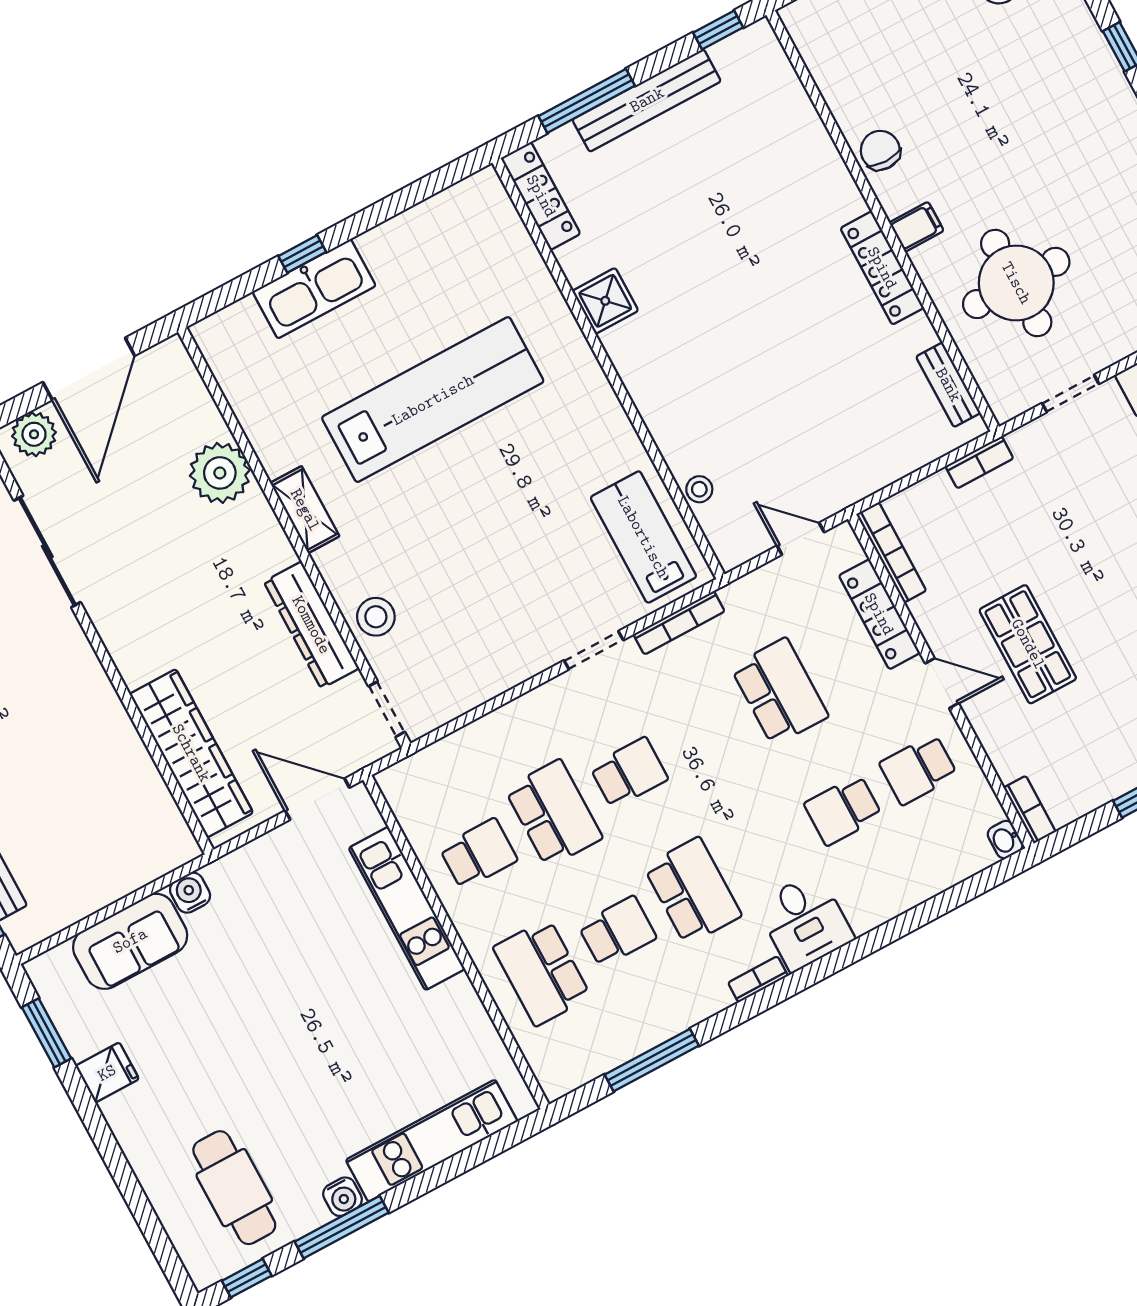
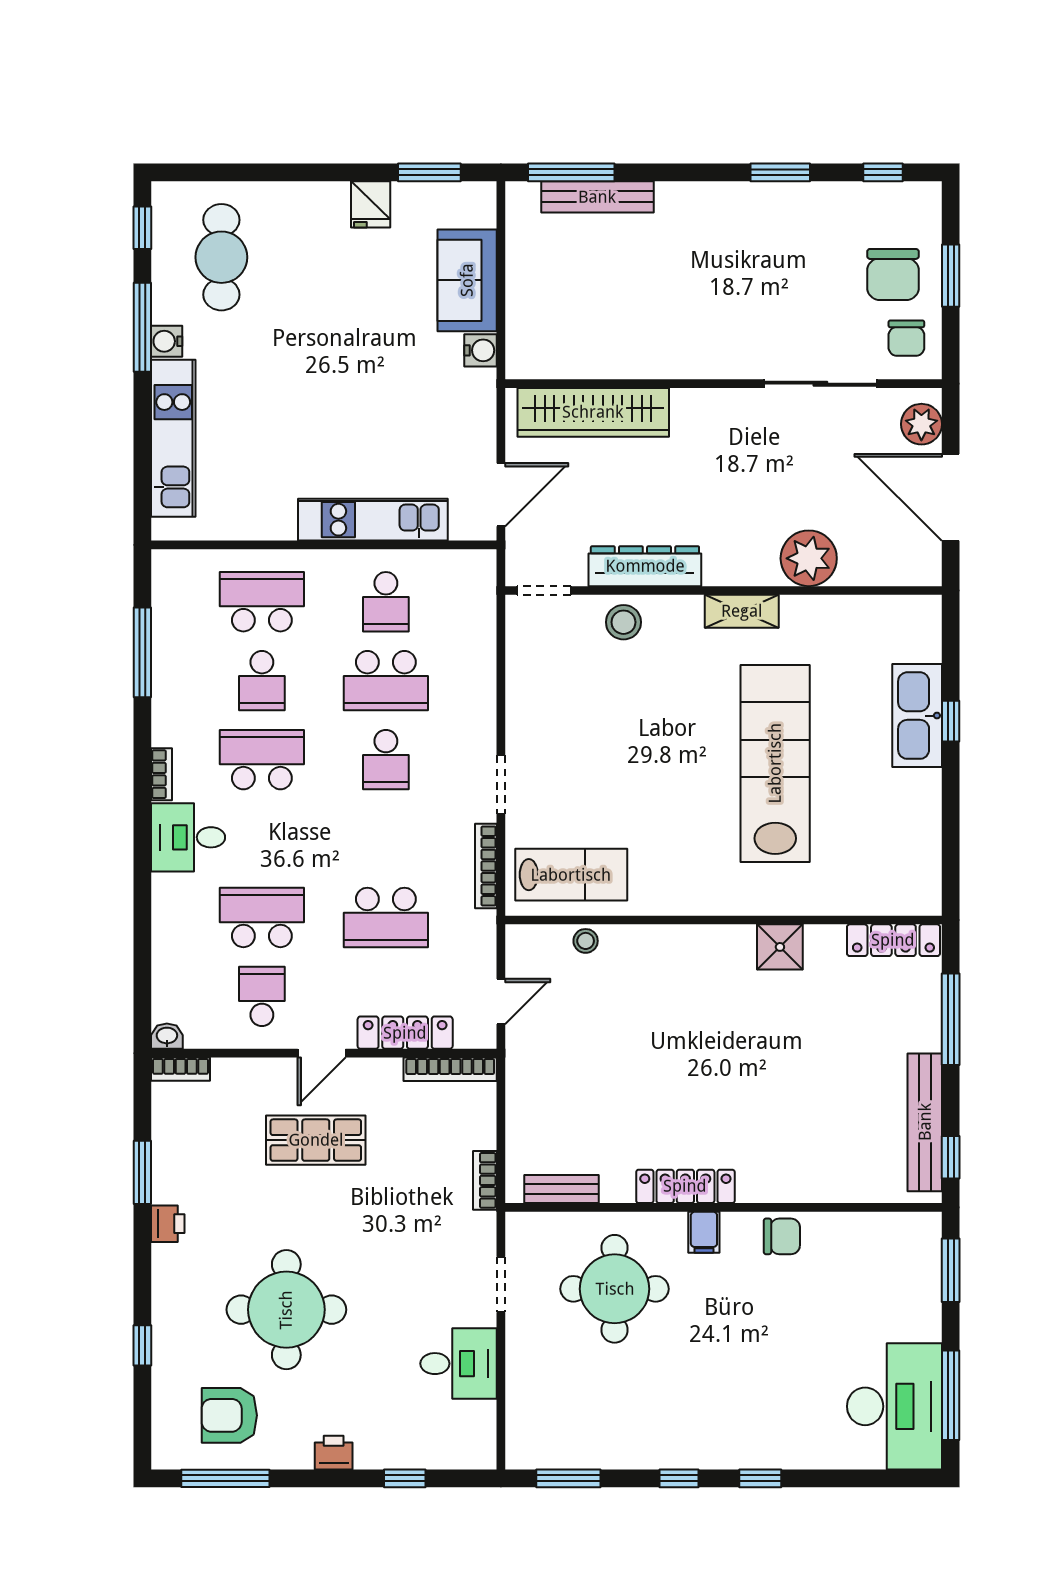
bench: (647, 100) -> (925, 1122), moved
lab bench: (433, 400) -> (775, 763), turned 180
school desk: (843, 810) -> (262, 917), width x1.85
school desk: (693, 891) -> (262, 760), turned 180
cafe table: (234, 1188) -> (221, 257), turned 90

